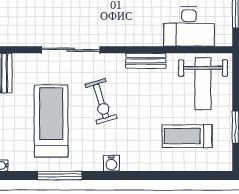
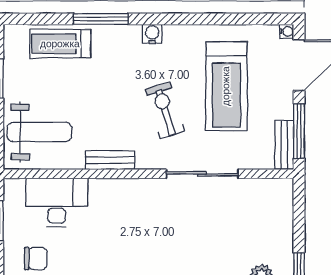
weight bench: (203, 84) -> (39, 132), turned 90
treadmill: (187, 136) -> (60, 44), moved, turned 180
window: (60, 176) -> (101, 19), moved

